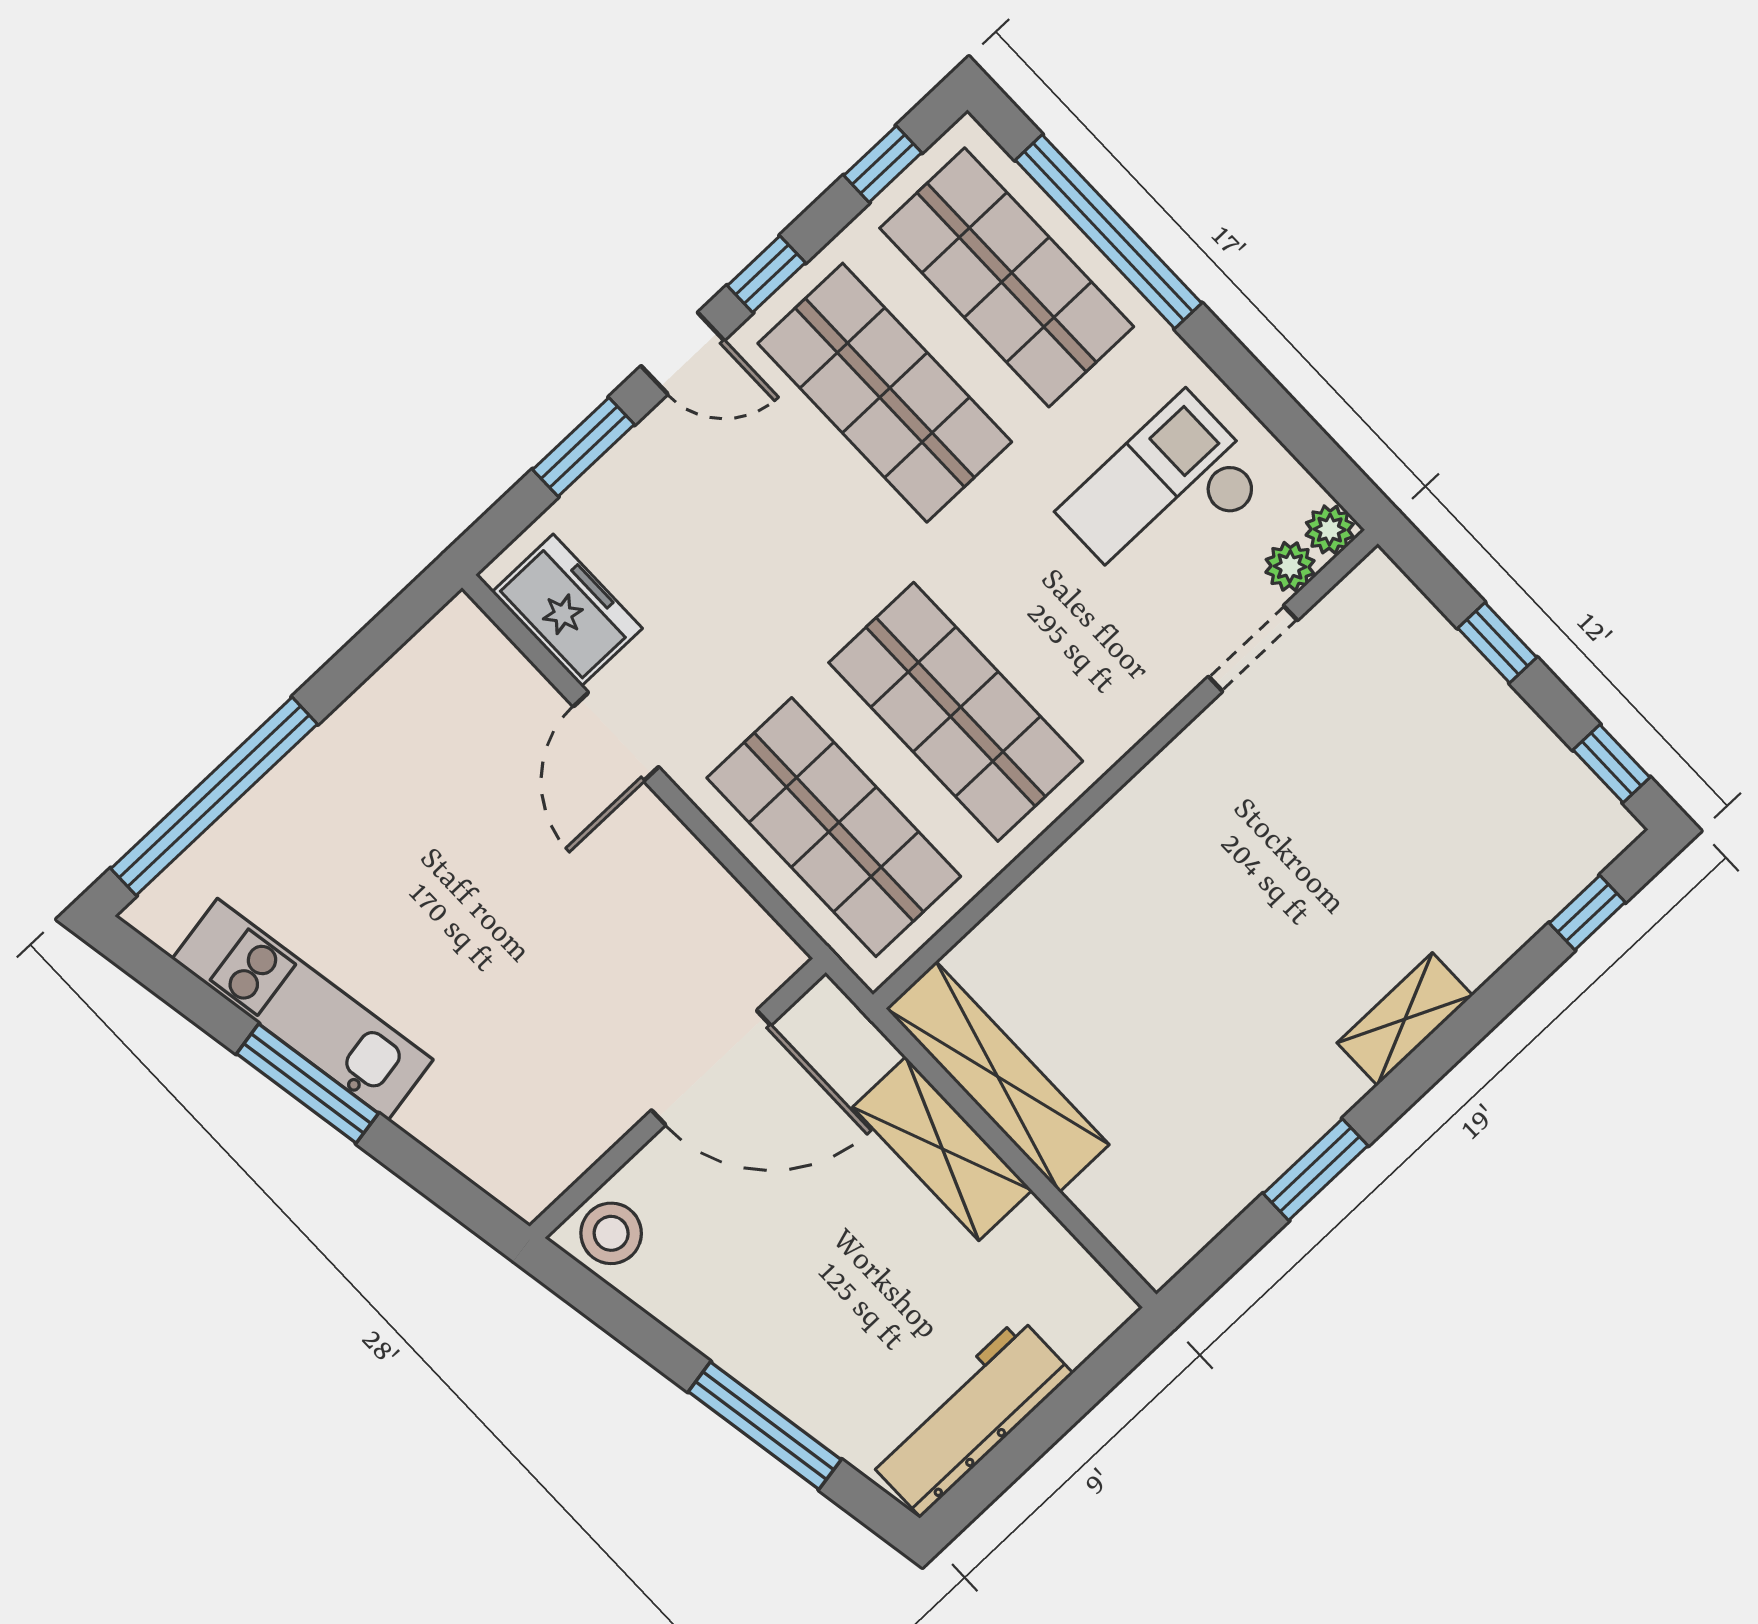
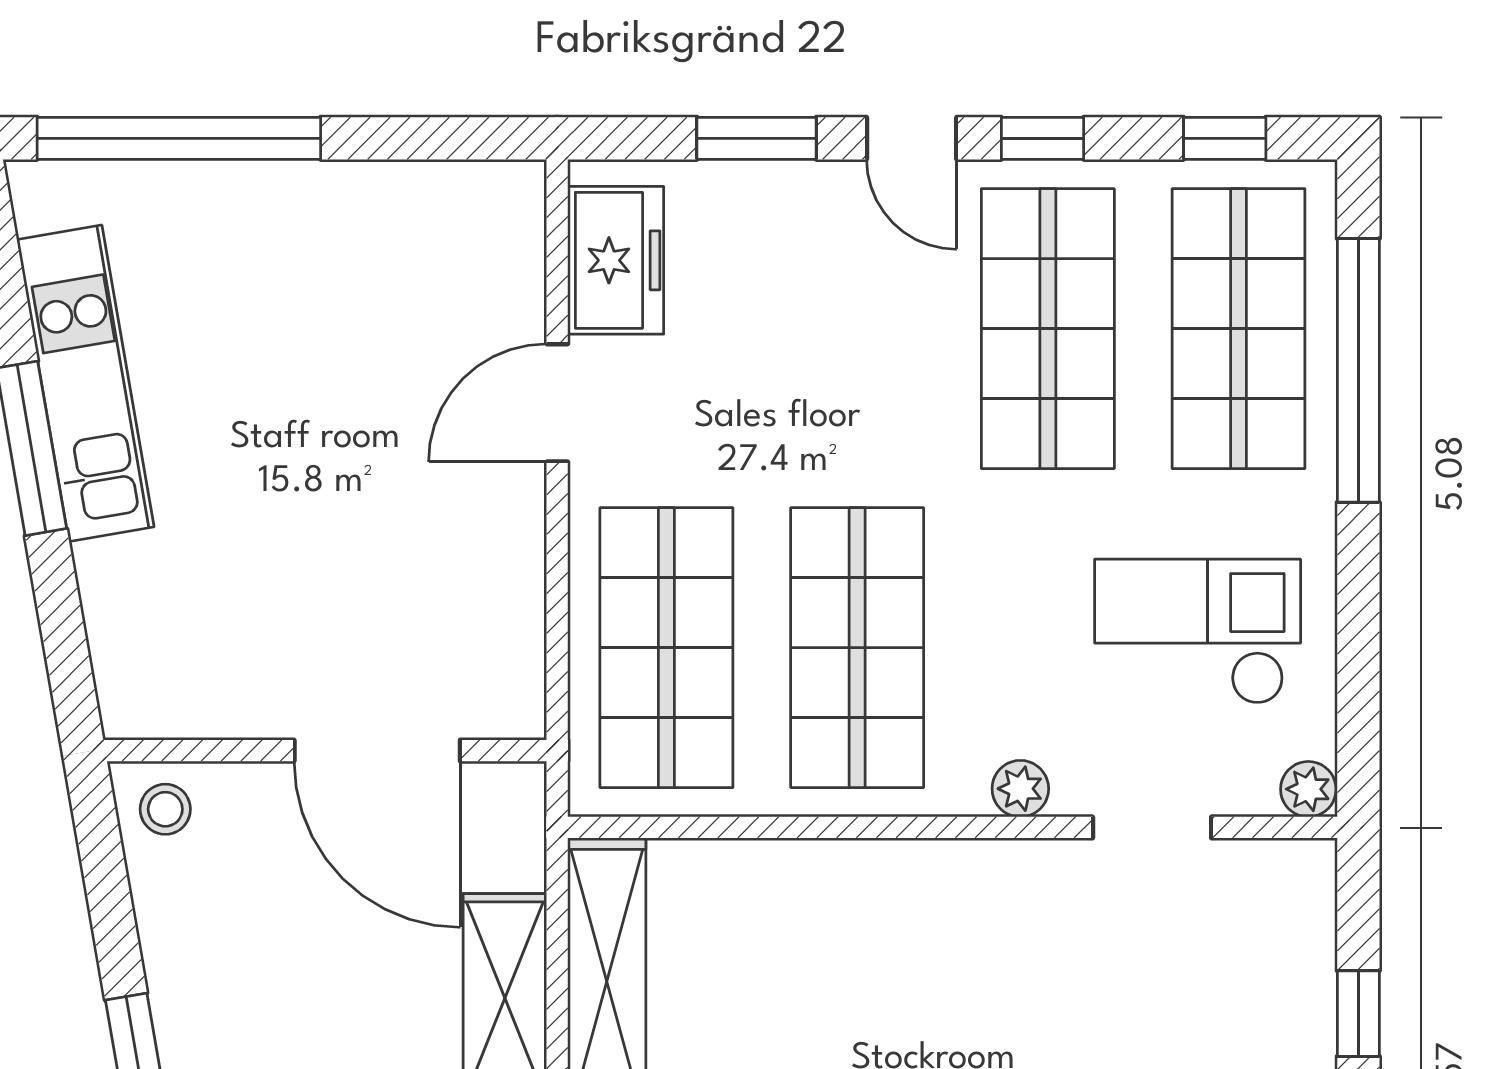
plant: (1290, 566) -> (1020, 789), moved
stool: (611, 1233) -> (165, 809), width x0.73, depth x0.73

